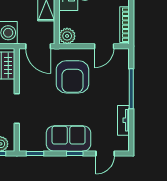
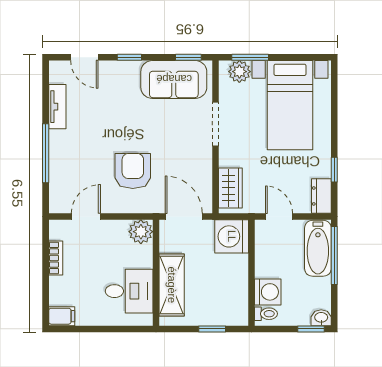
bookcase: (124, 25) -> (56, 258), width x0.64
armchair: (72, 77) -> (133, 171), width x0.73, depth x0.73
sofa: (69, 139) -> (174, 79), moved
door: (105, 153) -> (84, 57), swing flipped

